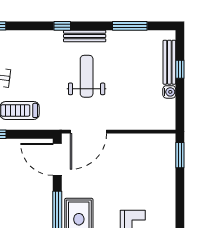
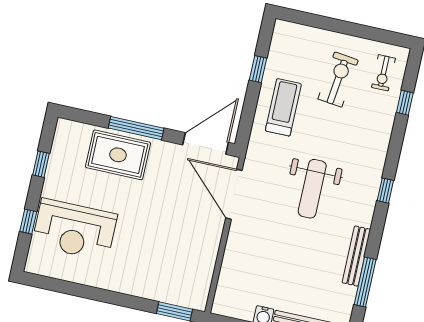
bench: (85, 36) -> (356, 256), moved
weight bench: (87, 76) -> (312, 189), moved, turned 90

